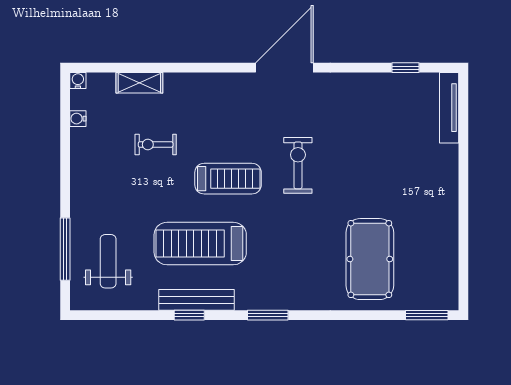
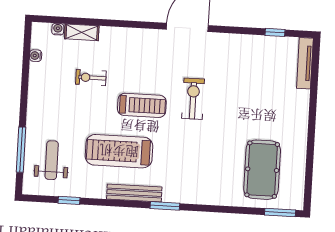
water cooler: (78, 80) -> (58, 29), moved
pool table: (370, 259) -> (262, 170), moved
bench: (196, 300) -> (134, 193), moved
window: (189, 315) -> (69, 200), moved

